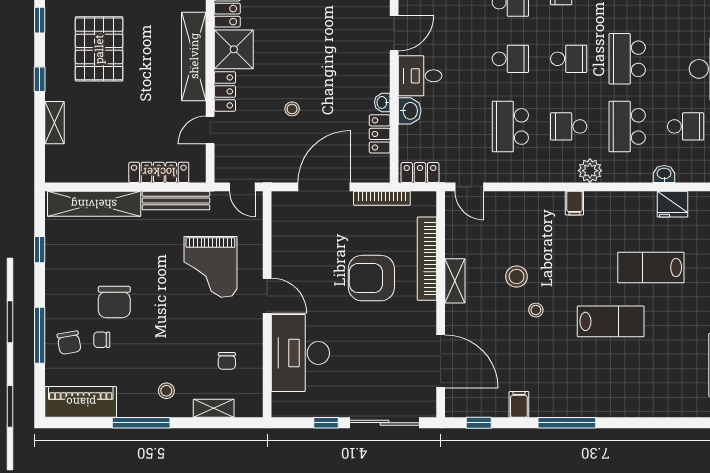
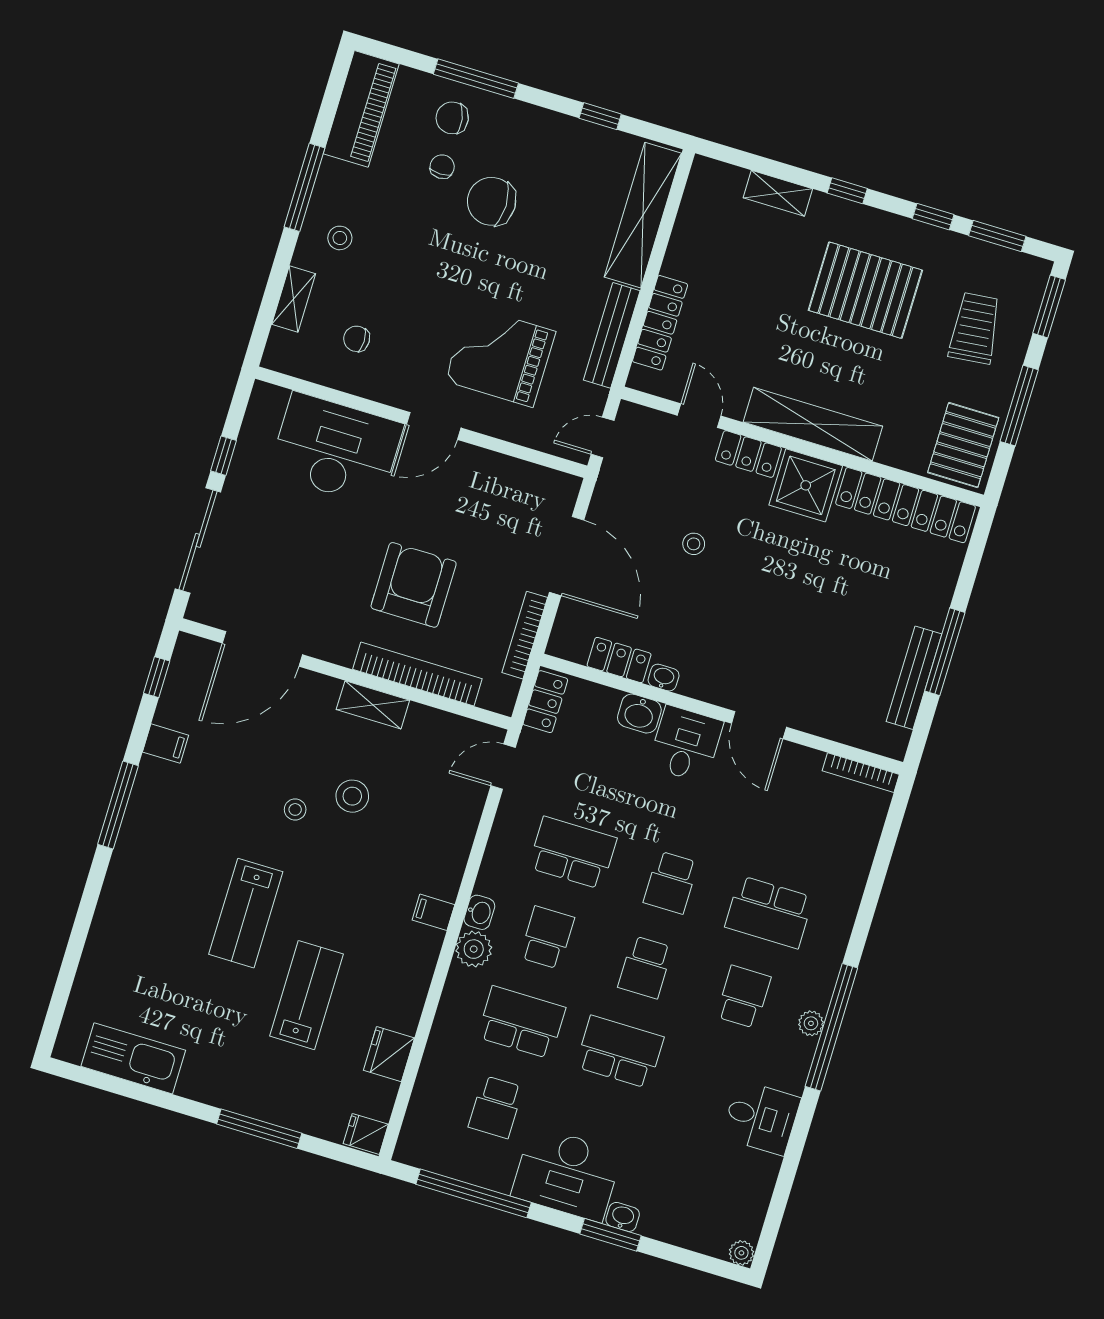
washbasin: (664, 174) -> (479, 912), moved

